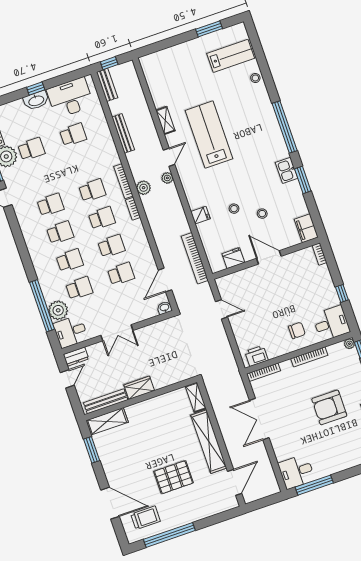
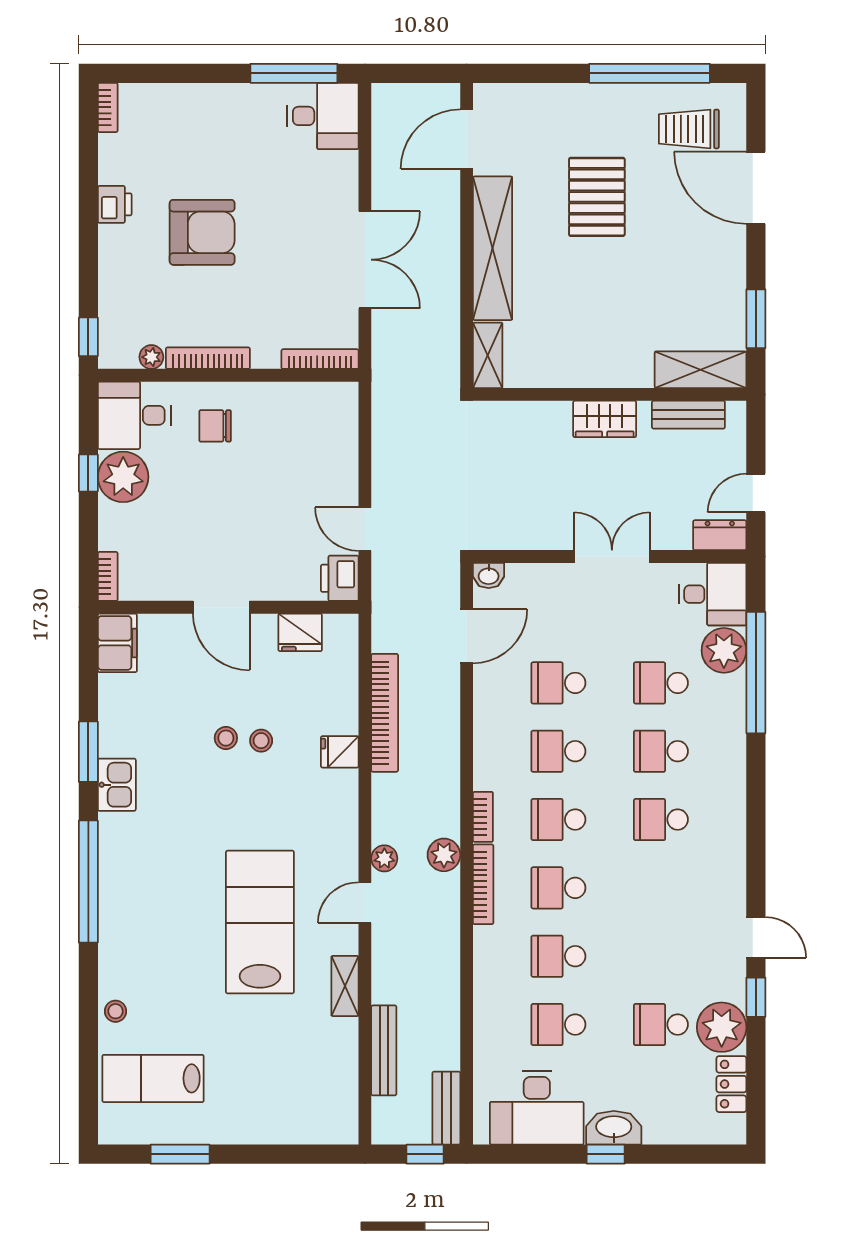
bench: (123, 133) -> (384, 1050), moved
lab bench: (209, 135) -> (260, 922), turned 180
school desk: (51, 205) -> (558, 956), moved
stool: (262, 214) -> (226, 738), moved
bookcase: (195, 258) -> (385, 713), moved
plant: (327, 297) -> (123, 477), added
plant: (349, 344) -> (151, 357), moved
printer: (256, 356) -> (340, 578), moved, turned 90
bench: (106, 401) -> (688, 415), width x0.73
pallet: (174, 477) -> (597, 197), turned 90

